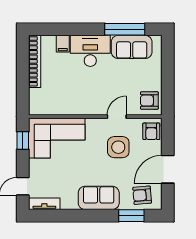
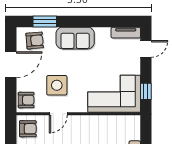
armchair: (151, 131) -> (26, 100), turned 90

